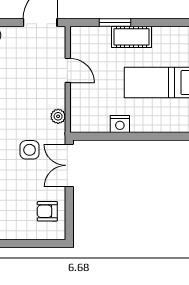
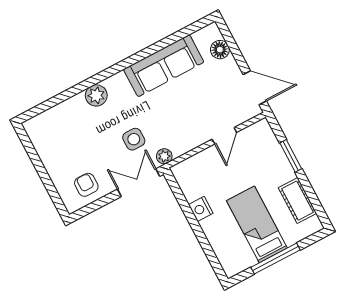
cot: (131, 37) -> (297, 201), moved
plant: (58, 116) -> (164, 156), moved

